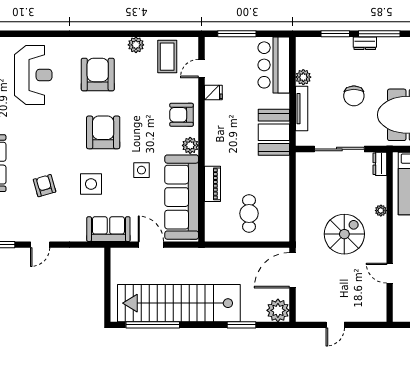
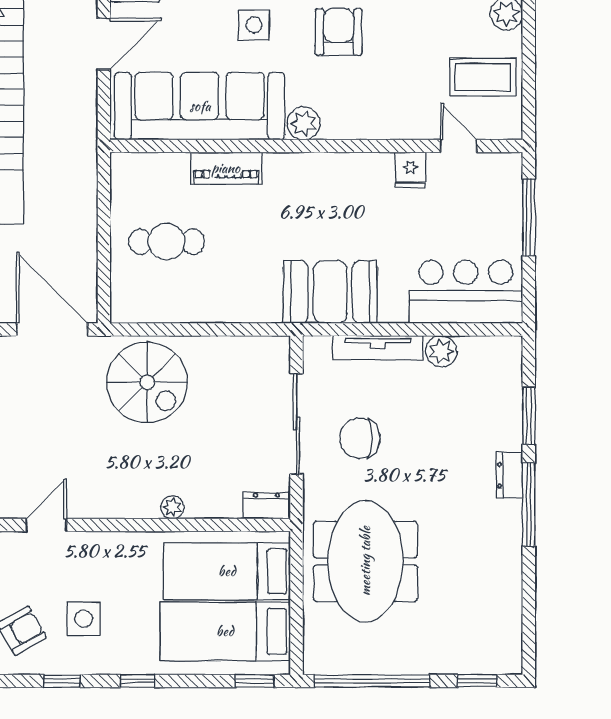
chair: (354, 96) -> (360, 438), moved
armchair: (182, 115) -> (339, 32), moved
spiral stairs: (344, 234) -> (147, 382), moved

